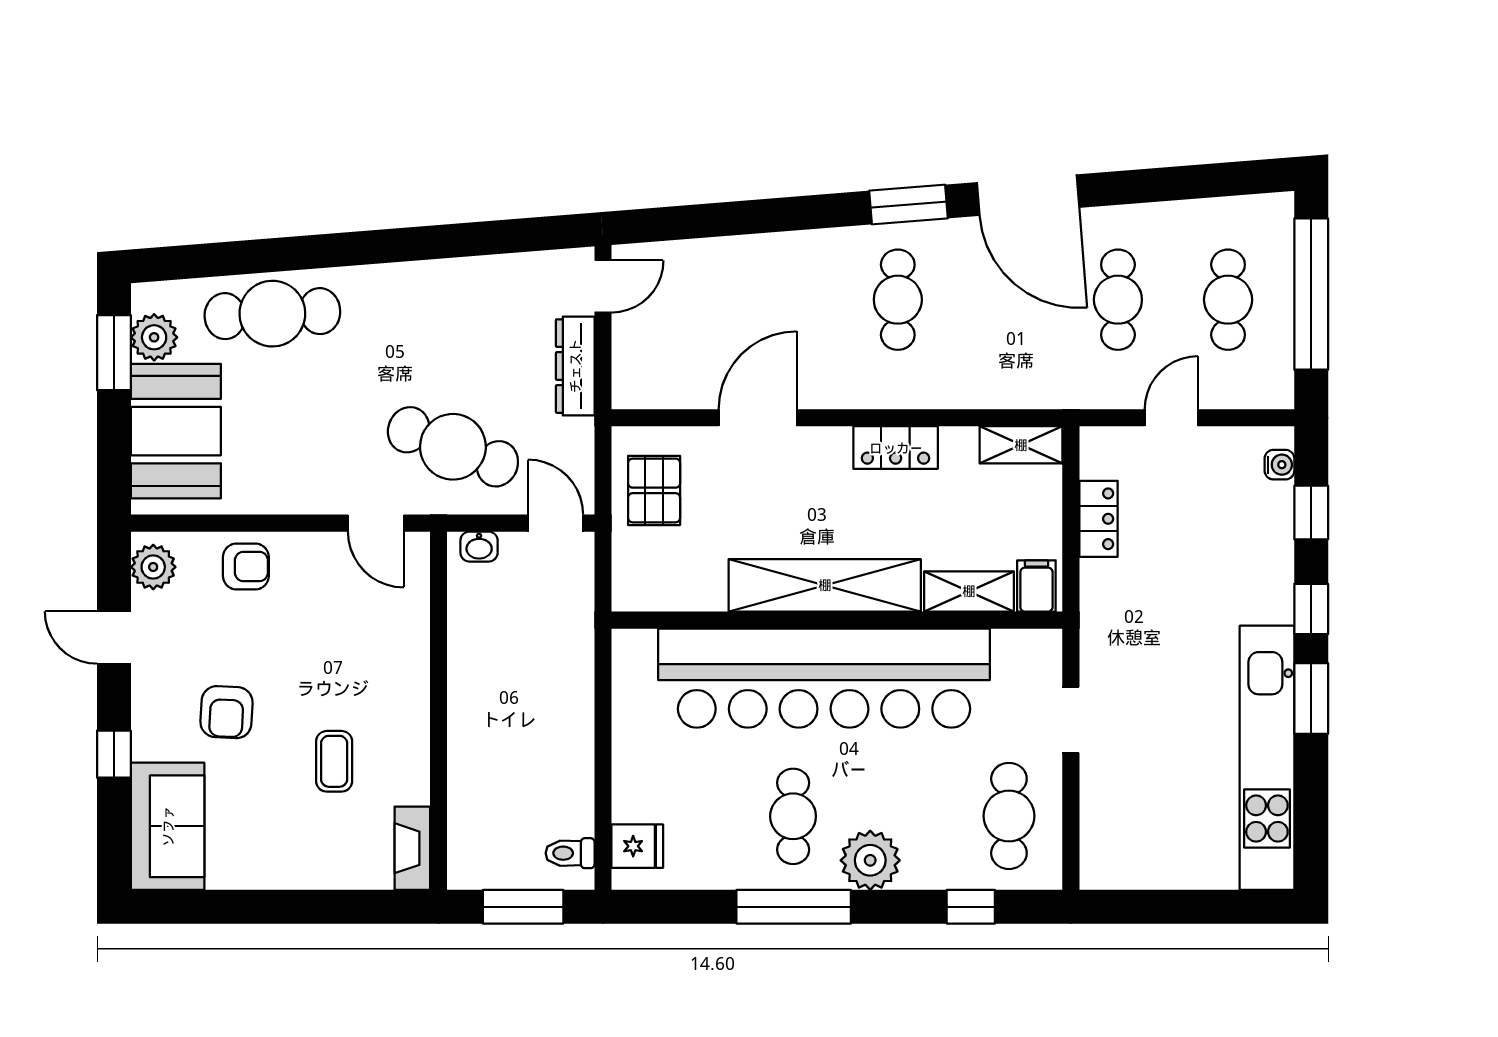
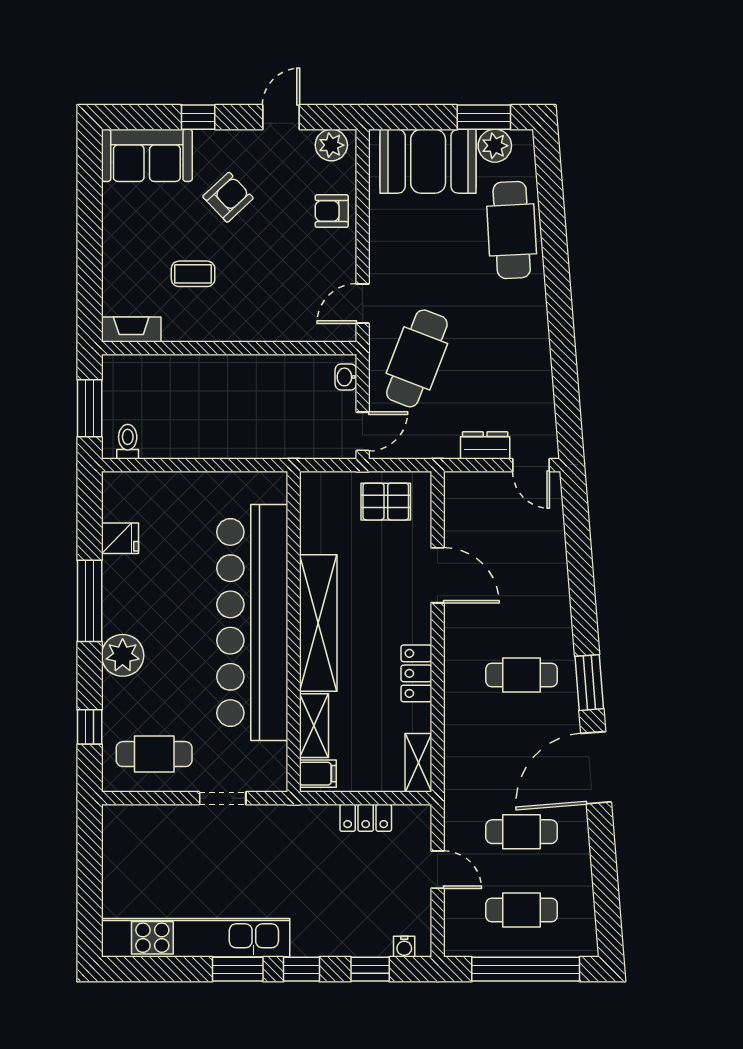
dresser: (575, 366) -> (485, 445), width x0.70
armchair: (246, 566) -> (332, 211), turned 90
armchair: (226, 712) -> (228, 197), turned 134
cafe table: (793, 816) -> (154, 600), removed
fridge: (637, 846) -> (120, 538), moved, turned -90

